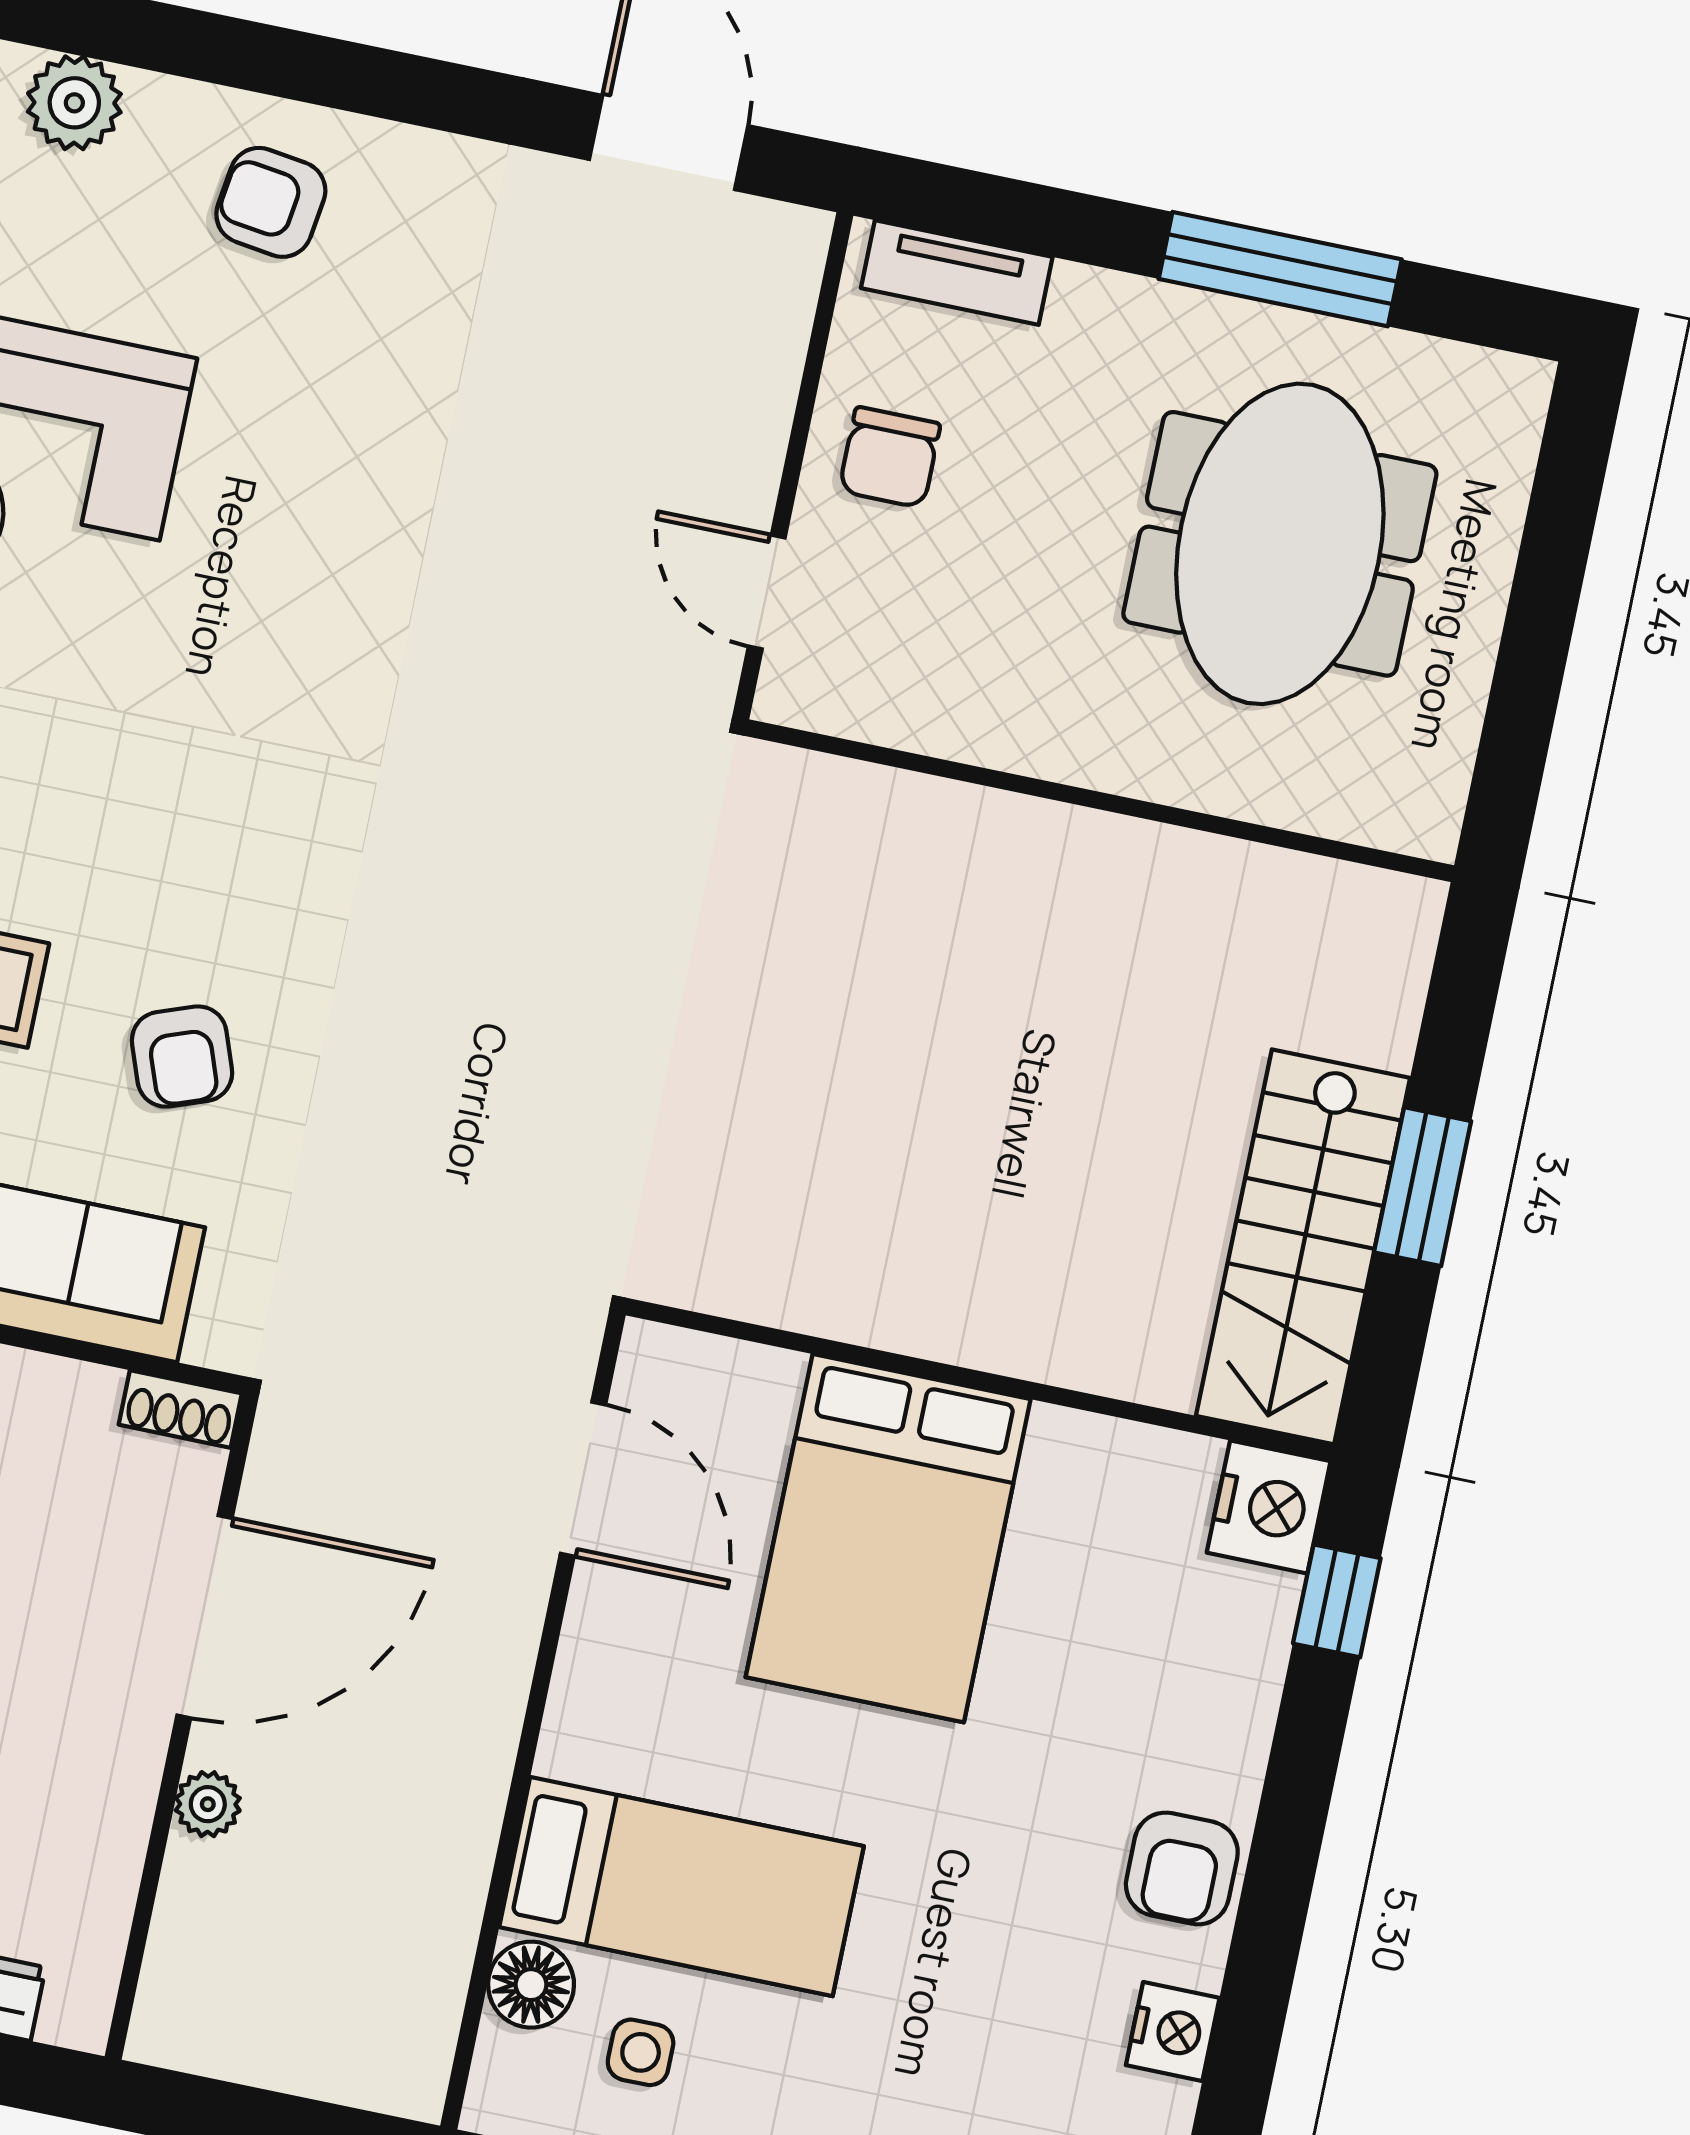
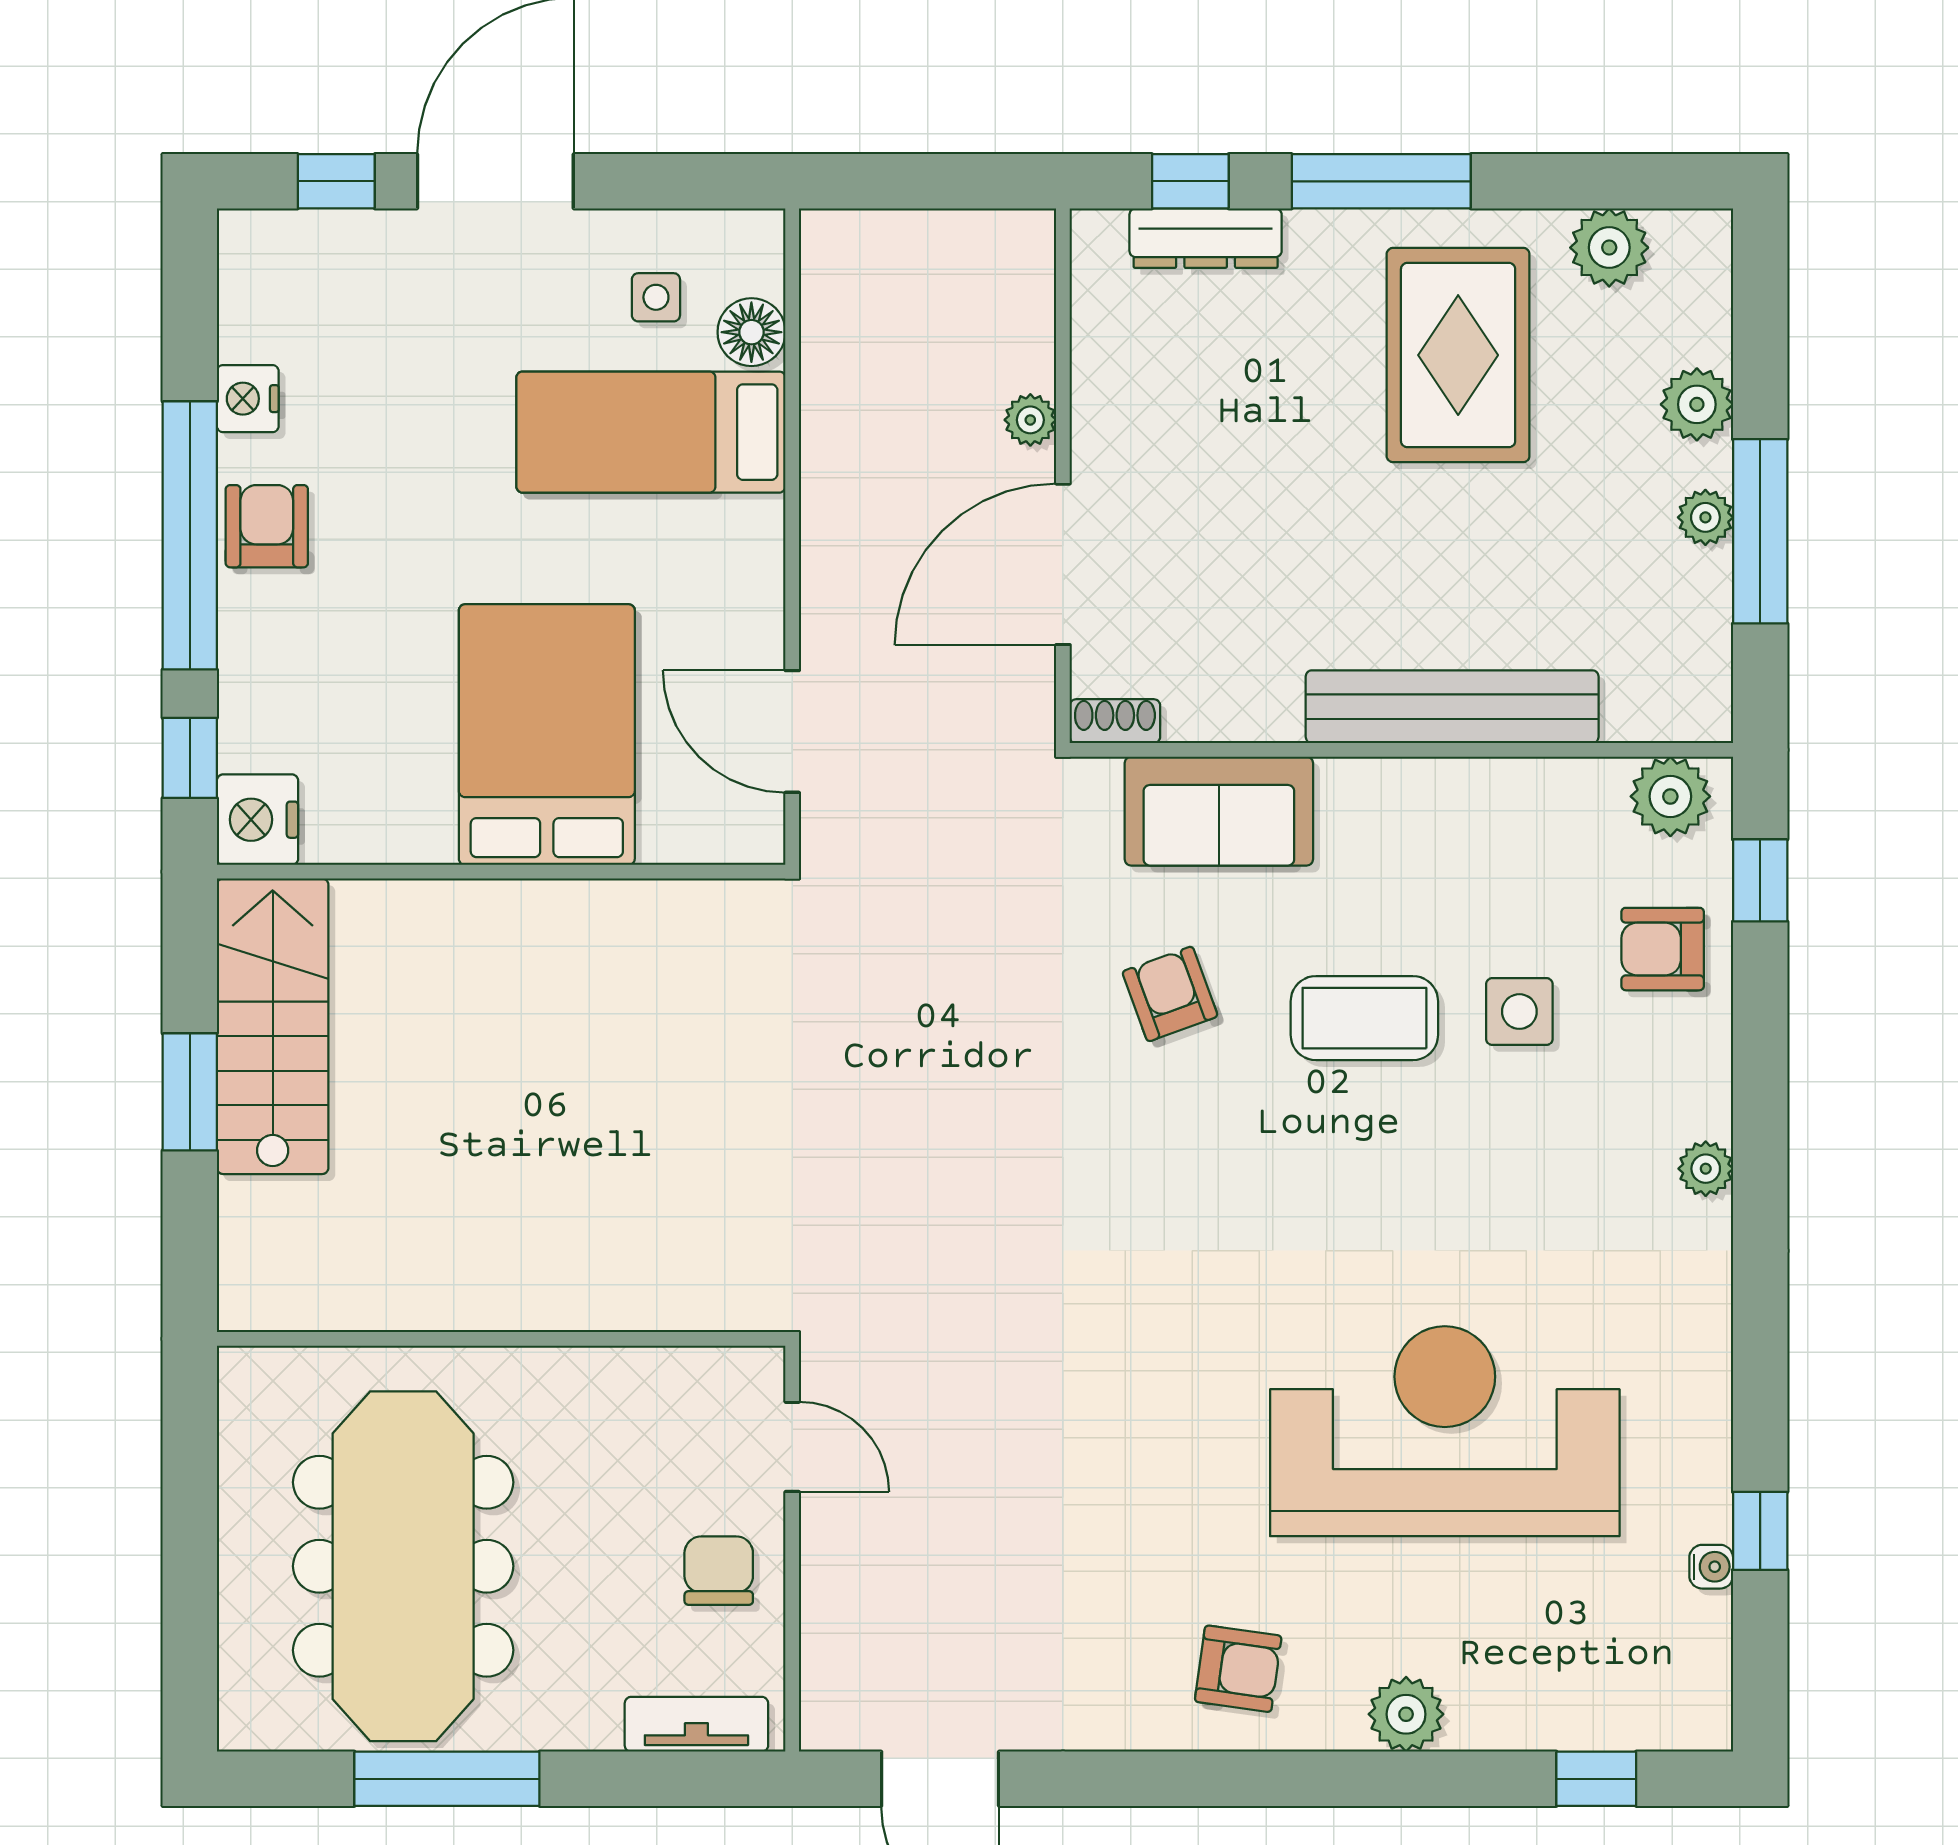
meeting table: (1280, 544) -> (403, 1566), width x1.36
window: (1280, 1877) -> (190, 535), added

